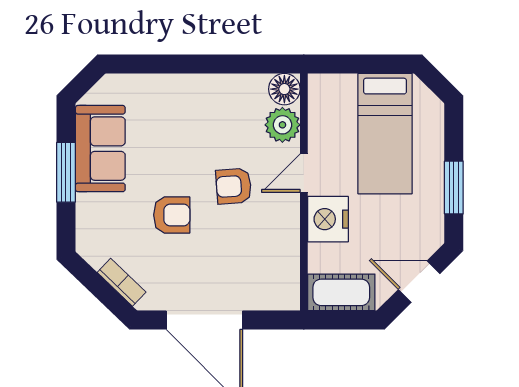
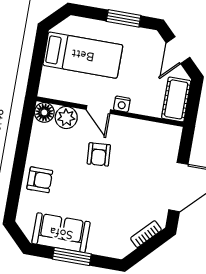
armchair: (172, 215) -> (40, 180), moved, turned 90
nightstand: (328, 219) -> (122, 104), width x0.53, depth x0.56

